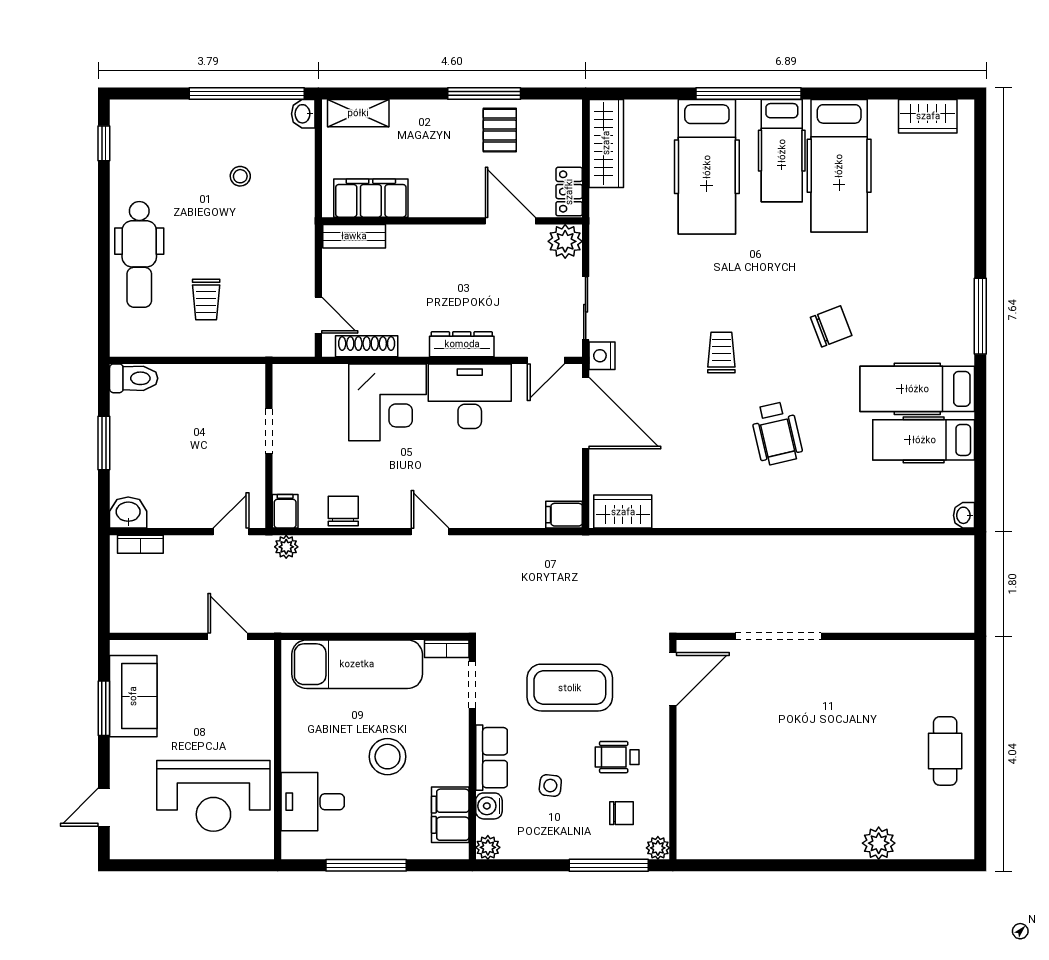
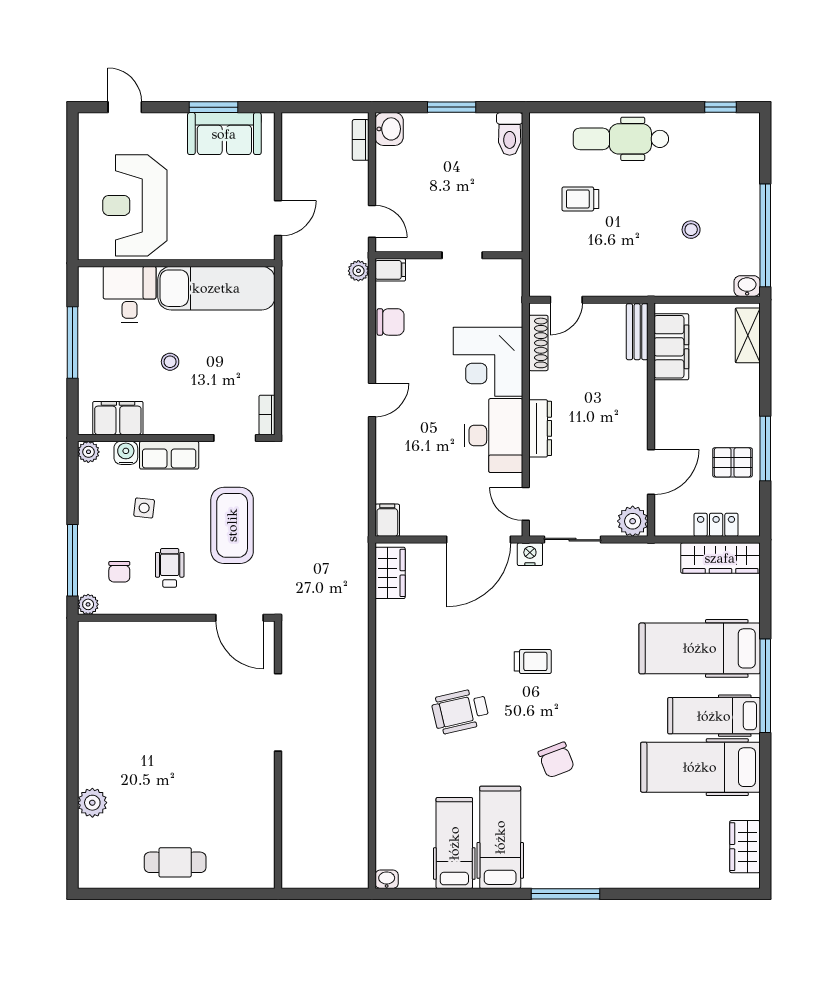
locker: (569, 192) -> (716, 525), moved
exam couch: (357, 664) -> (216, 288), moved, turned -90
stool: (388, 757) -> (170, 362), width x0.53, depth x0.53

